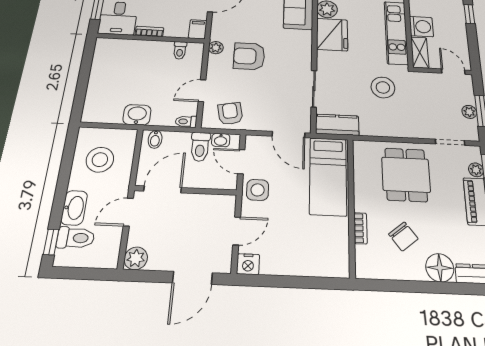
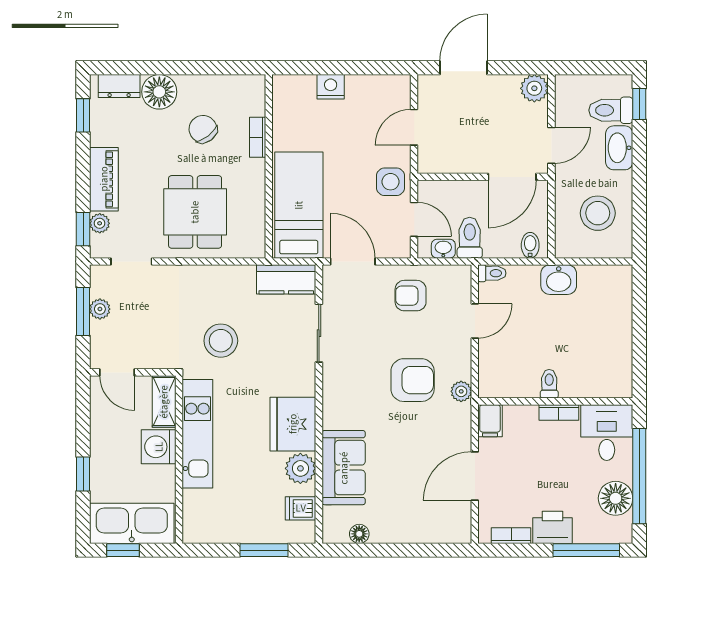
toilet: (180, 50) -> (549, 384), moved
armchair: (230, 114) -> (411, 296), moved, turned 101
nightstand: (248, 264) -> (331, 87), moved

